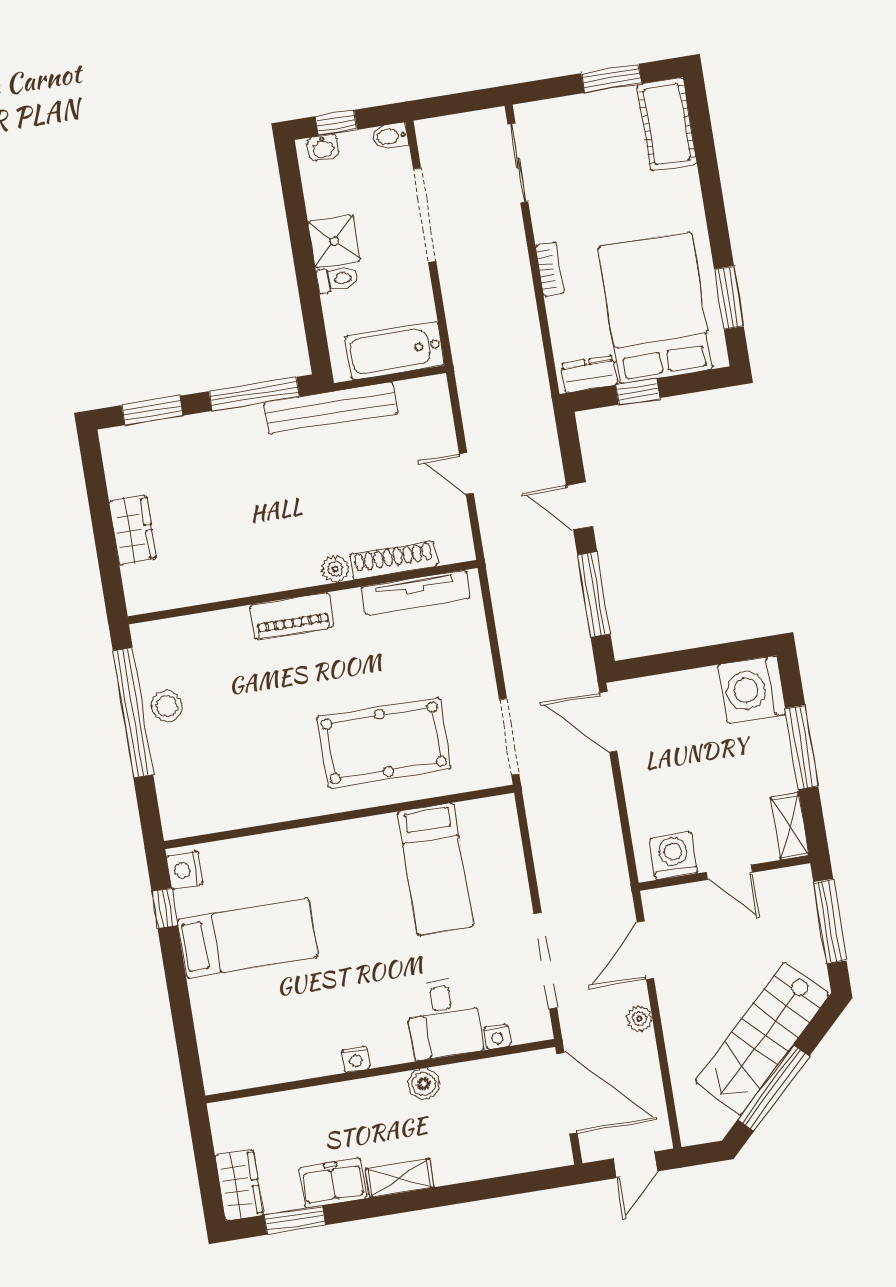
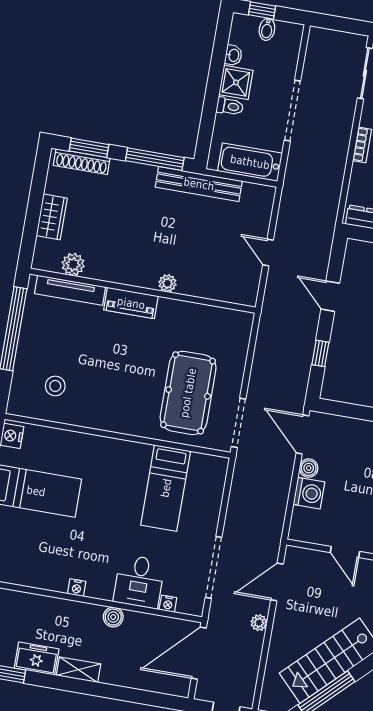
bidet: (390, 136) -> (267, 29), moved, turned -90
washbasin: (323, 147) -> (233, 55), moved, turned -90
doorway: (425, 215) -> (292, 111), moved
shoe rack: (393, 560) -> (82, 162), moved, turned 180
plant: (188, 589) -> (73, 264), added
tv unit: (416, 593) -> (70, 290), moved
window: (594, 594) -> (320, 353), width x0.46
stool: (167, 706) -> (55, 386), moved
pool table: (384, 743) -> (188, 393), moved, turned 90
boiler: (634, 768) -> (309, 468), added
washing machine: (674, 856) -> (309, 493), moved, turned 90
door: (567, 1093) -> (199, 653), swing flipped

